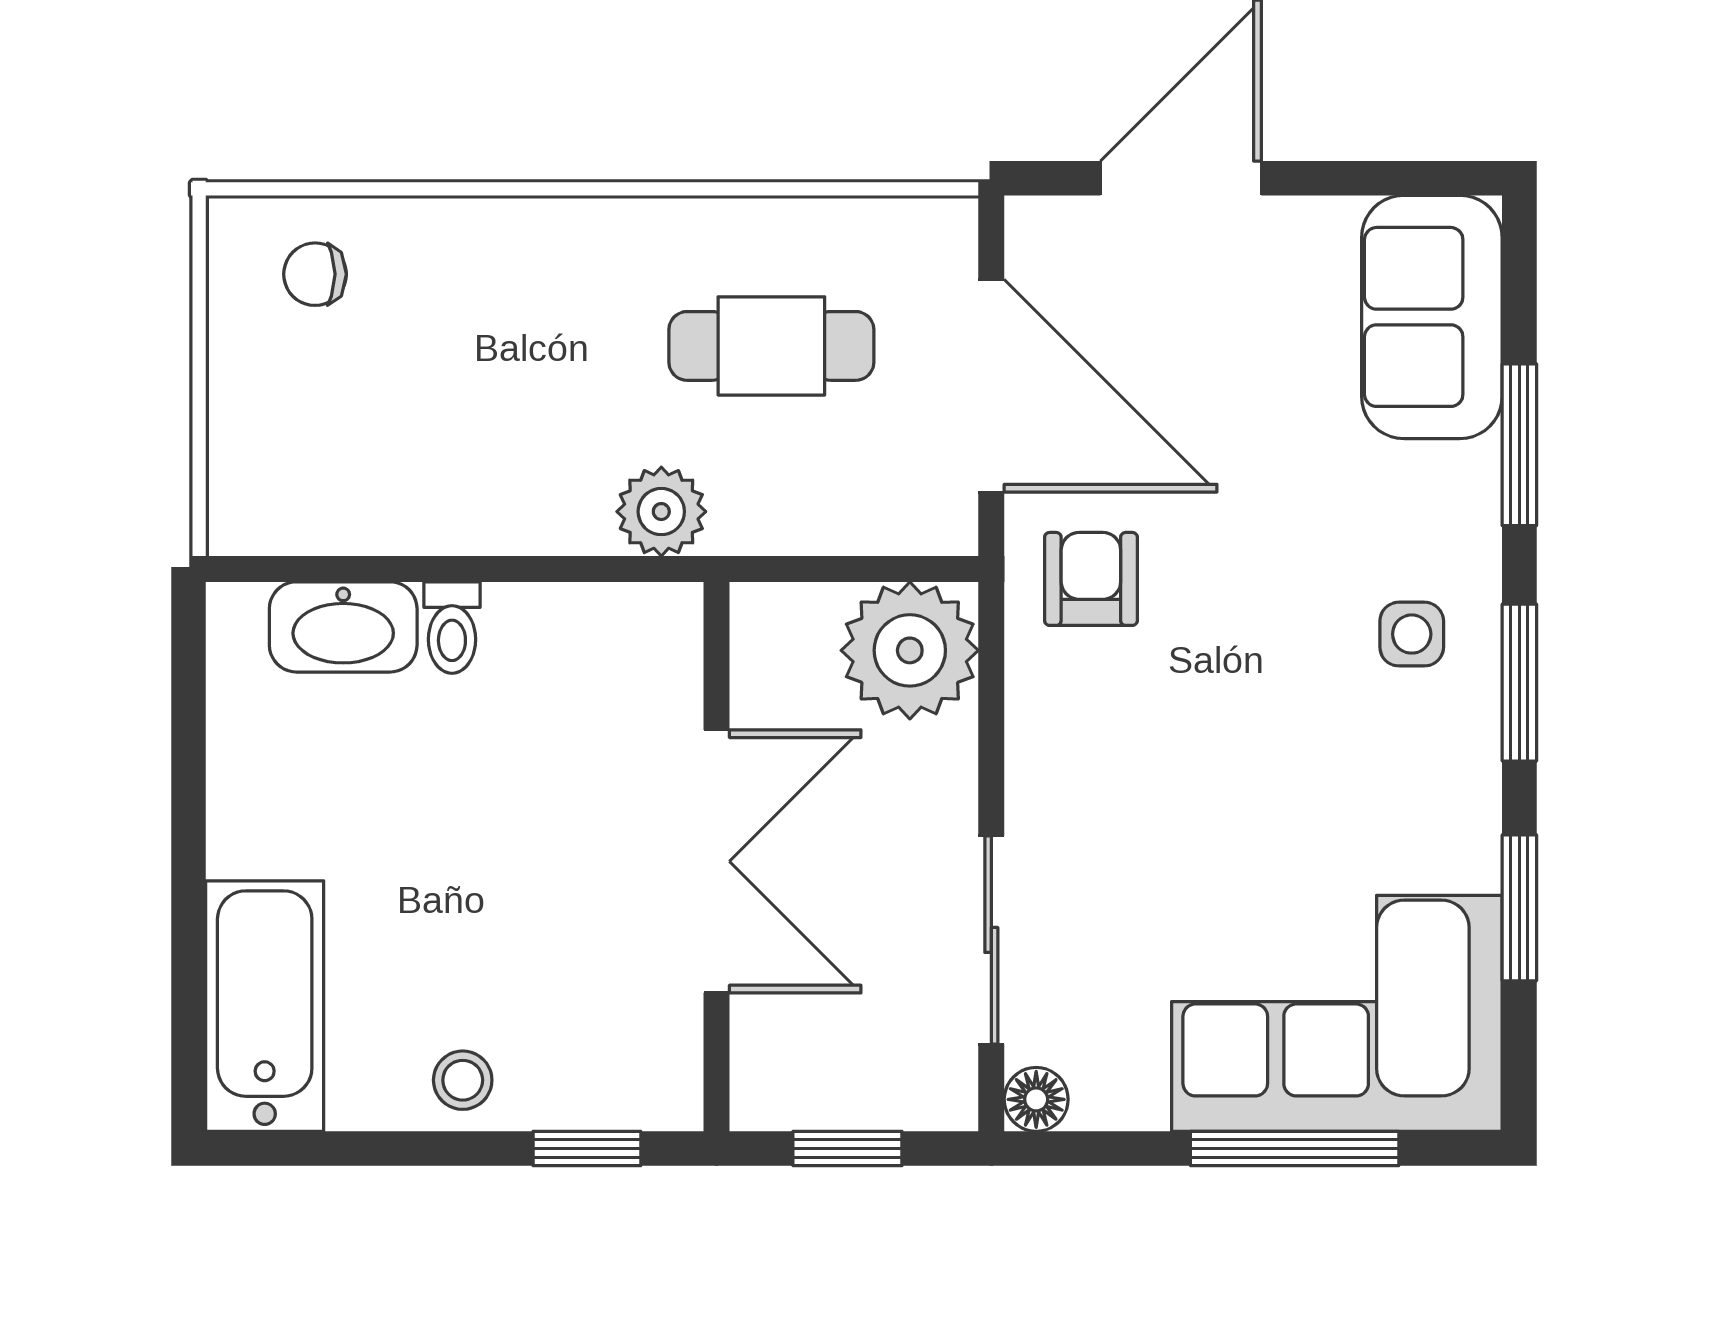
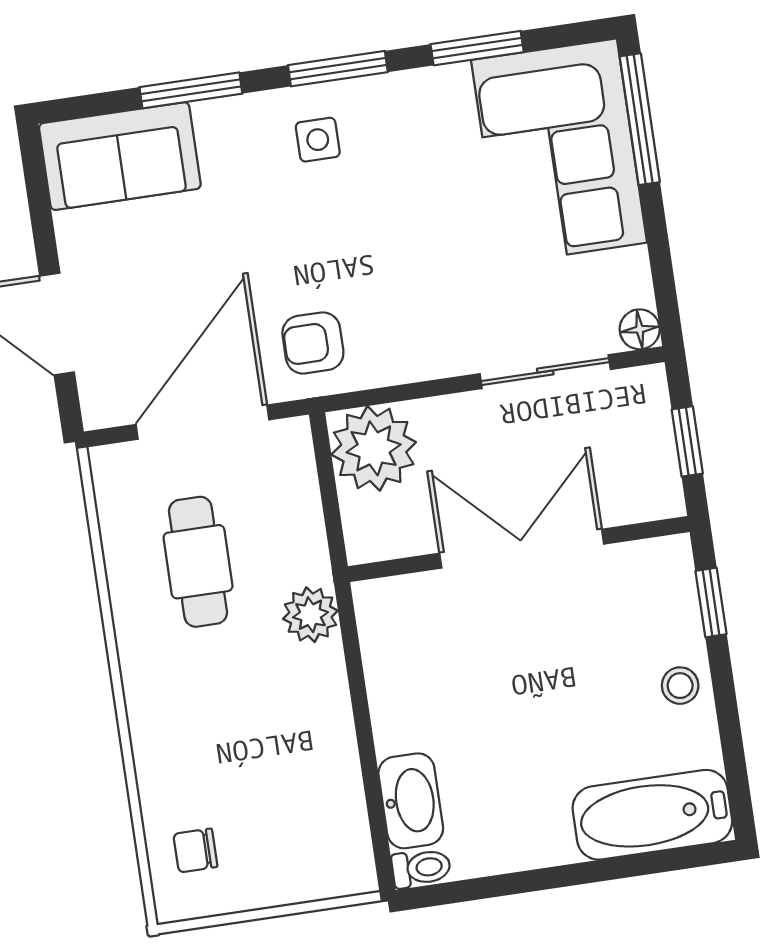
chair: (315, 274) -> (195, 850), turned 90
toilet: (452, 628) -> (421, 868), moved
window: (1295, 1149) -> (640, 119), moved

